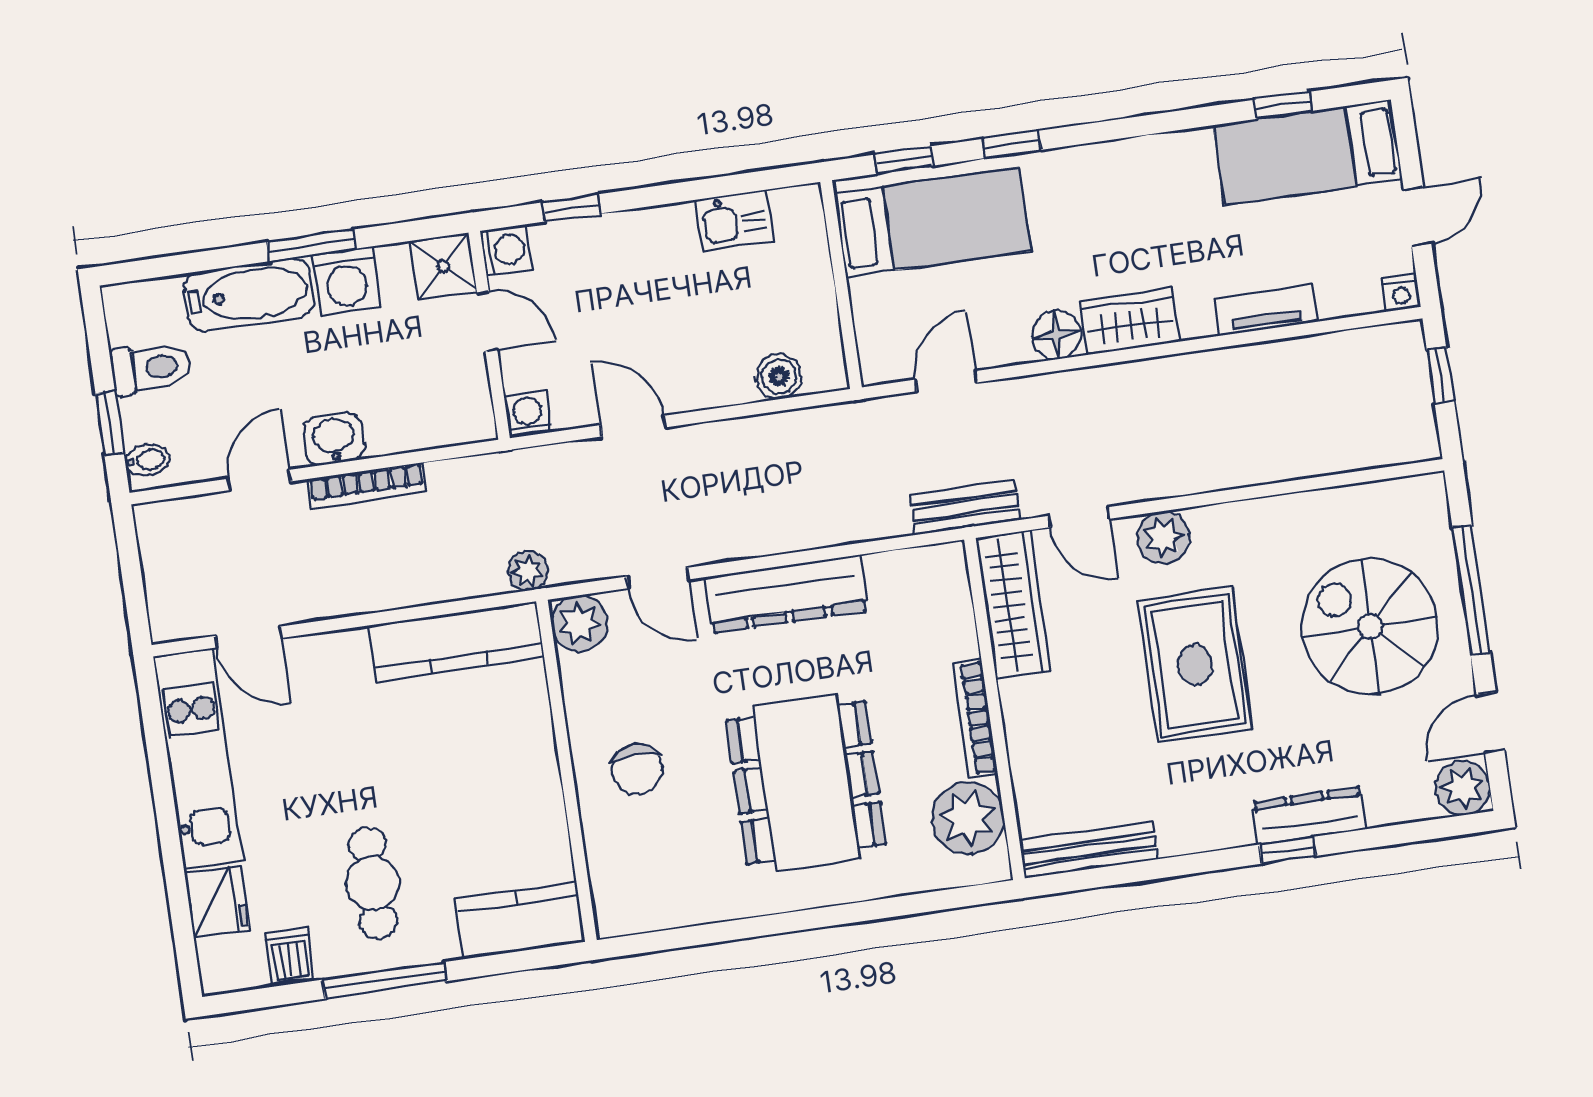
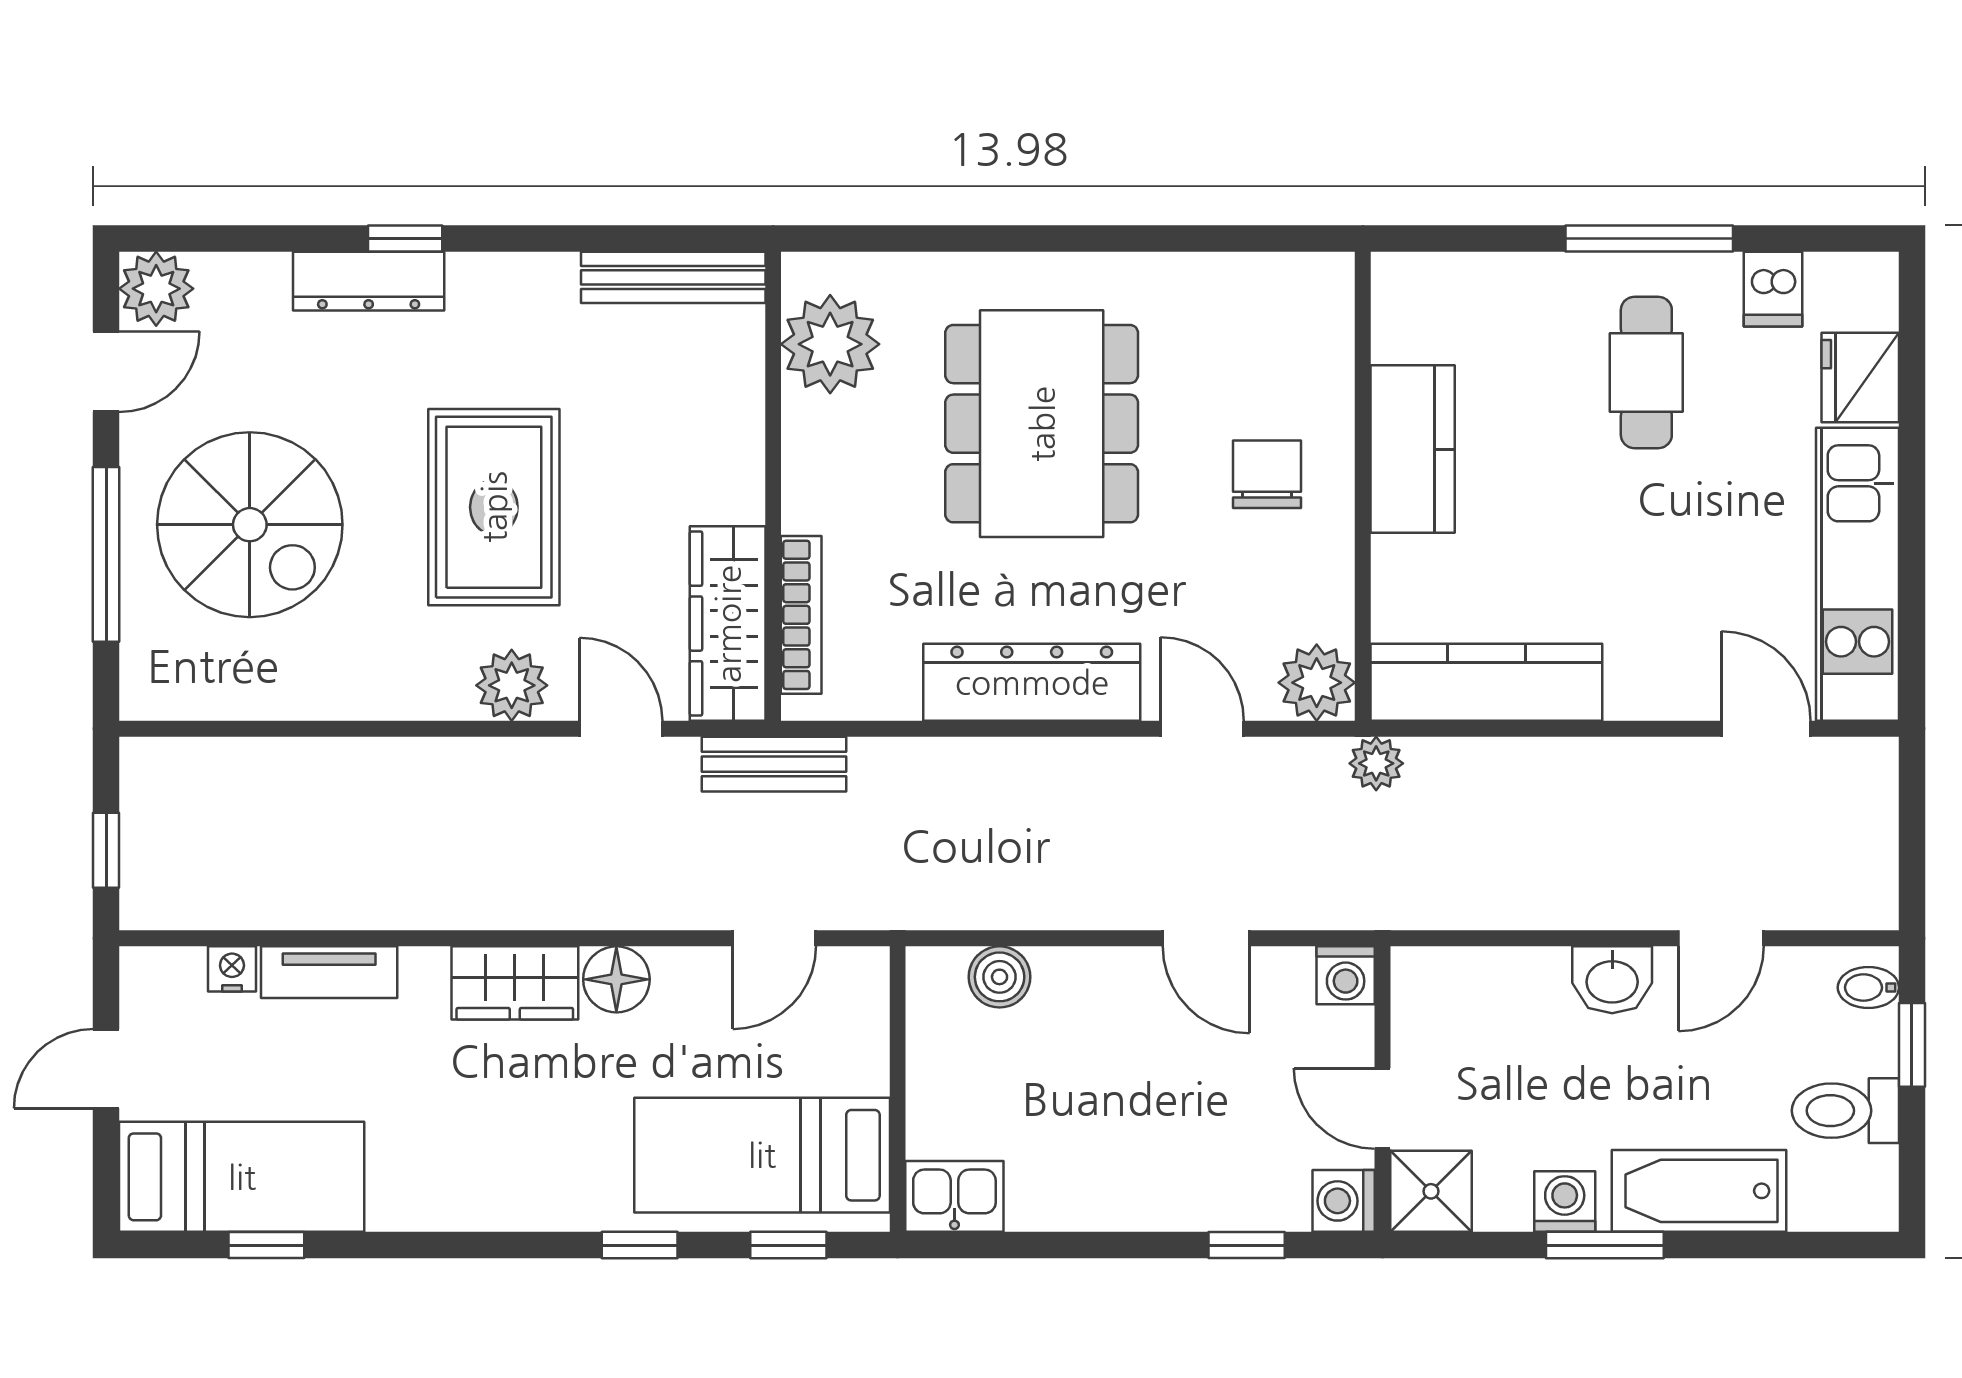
kitchen sink: (735, 220) -> (954, 1196), moved
washing machine: (346, 281) -> (1565, 1202), width x0.73, depth x0.73
nightstand: (1401, 293) -> (232, 969), moved
bookcase: (367, 486) -> (1577, 910), removed
bookcase: (975, 718) -> (801, 615), moved
kitchen counter: (520, 920) -> (1413, 449), moved, turned -90

